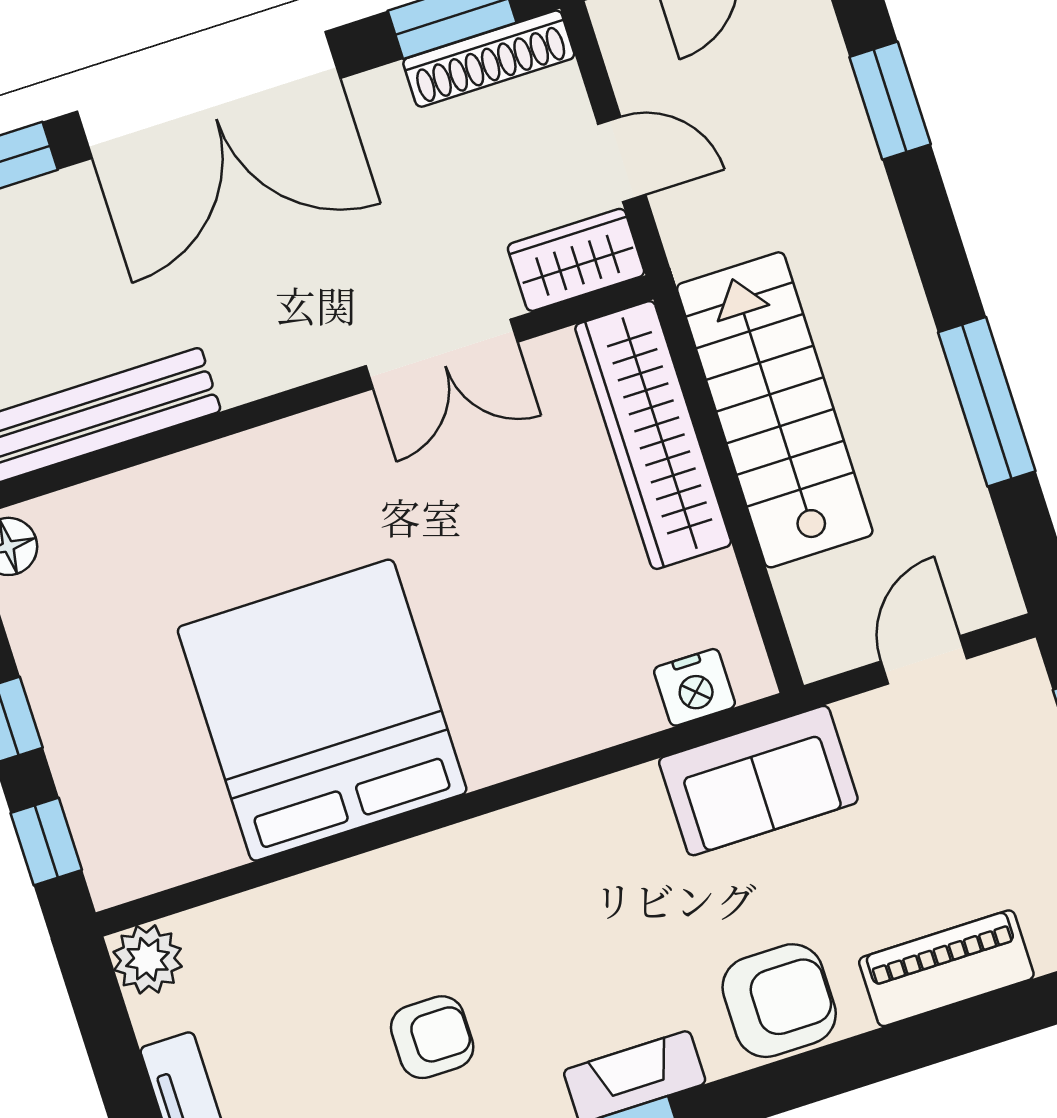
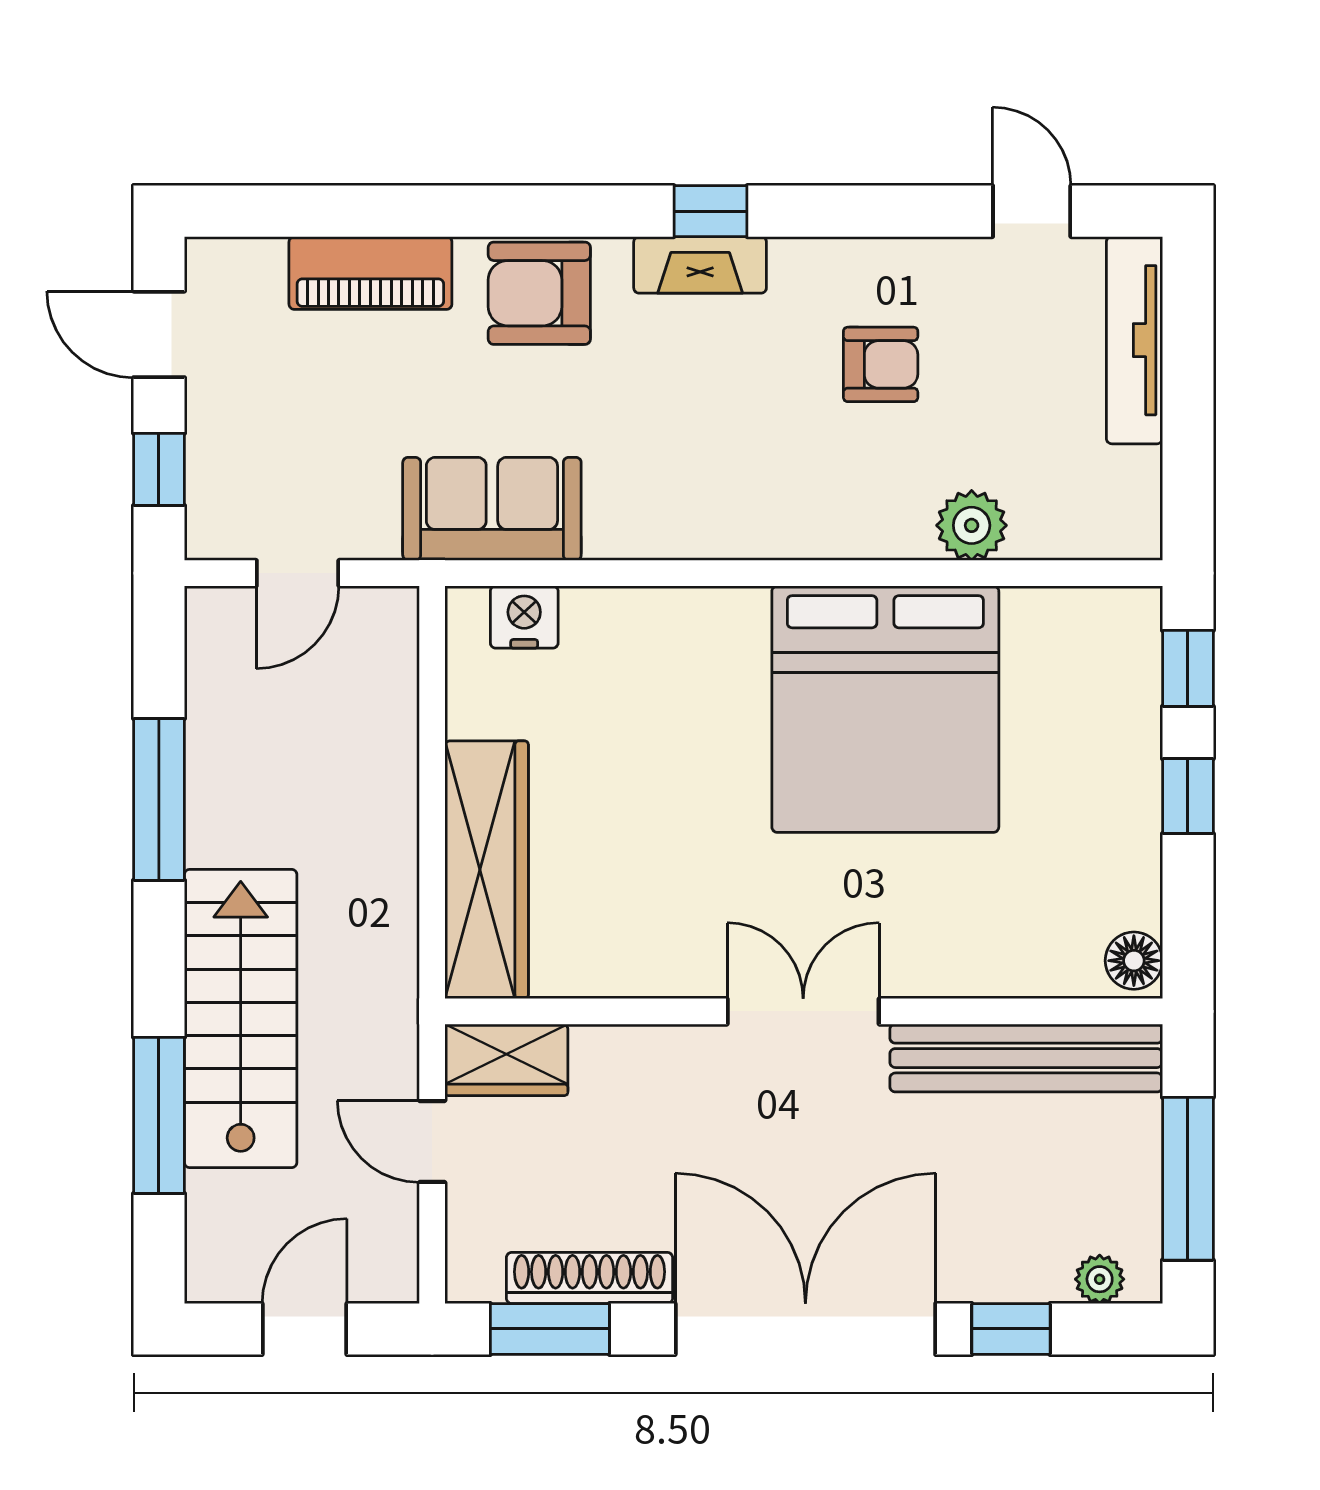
shoe rack: (489, 59) -> (590, 1278), moved
window: (890, 101) -> (159, 1115), width x1.44
double door: (442, 354) -> (803, 1011), moved
stairs: (775, 410) -> (241, 1018), moved, turned 180
plant: (148, 959) -> (972, 525), moved
armchair: (432, 1037) -> (881, 364), turned 180

